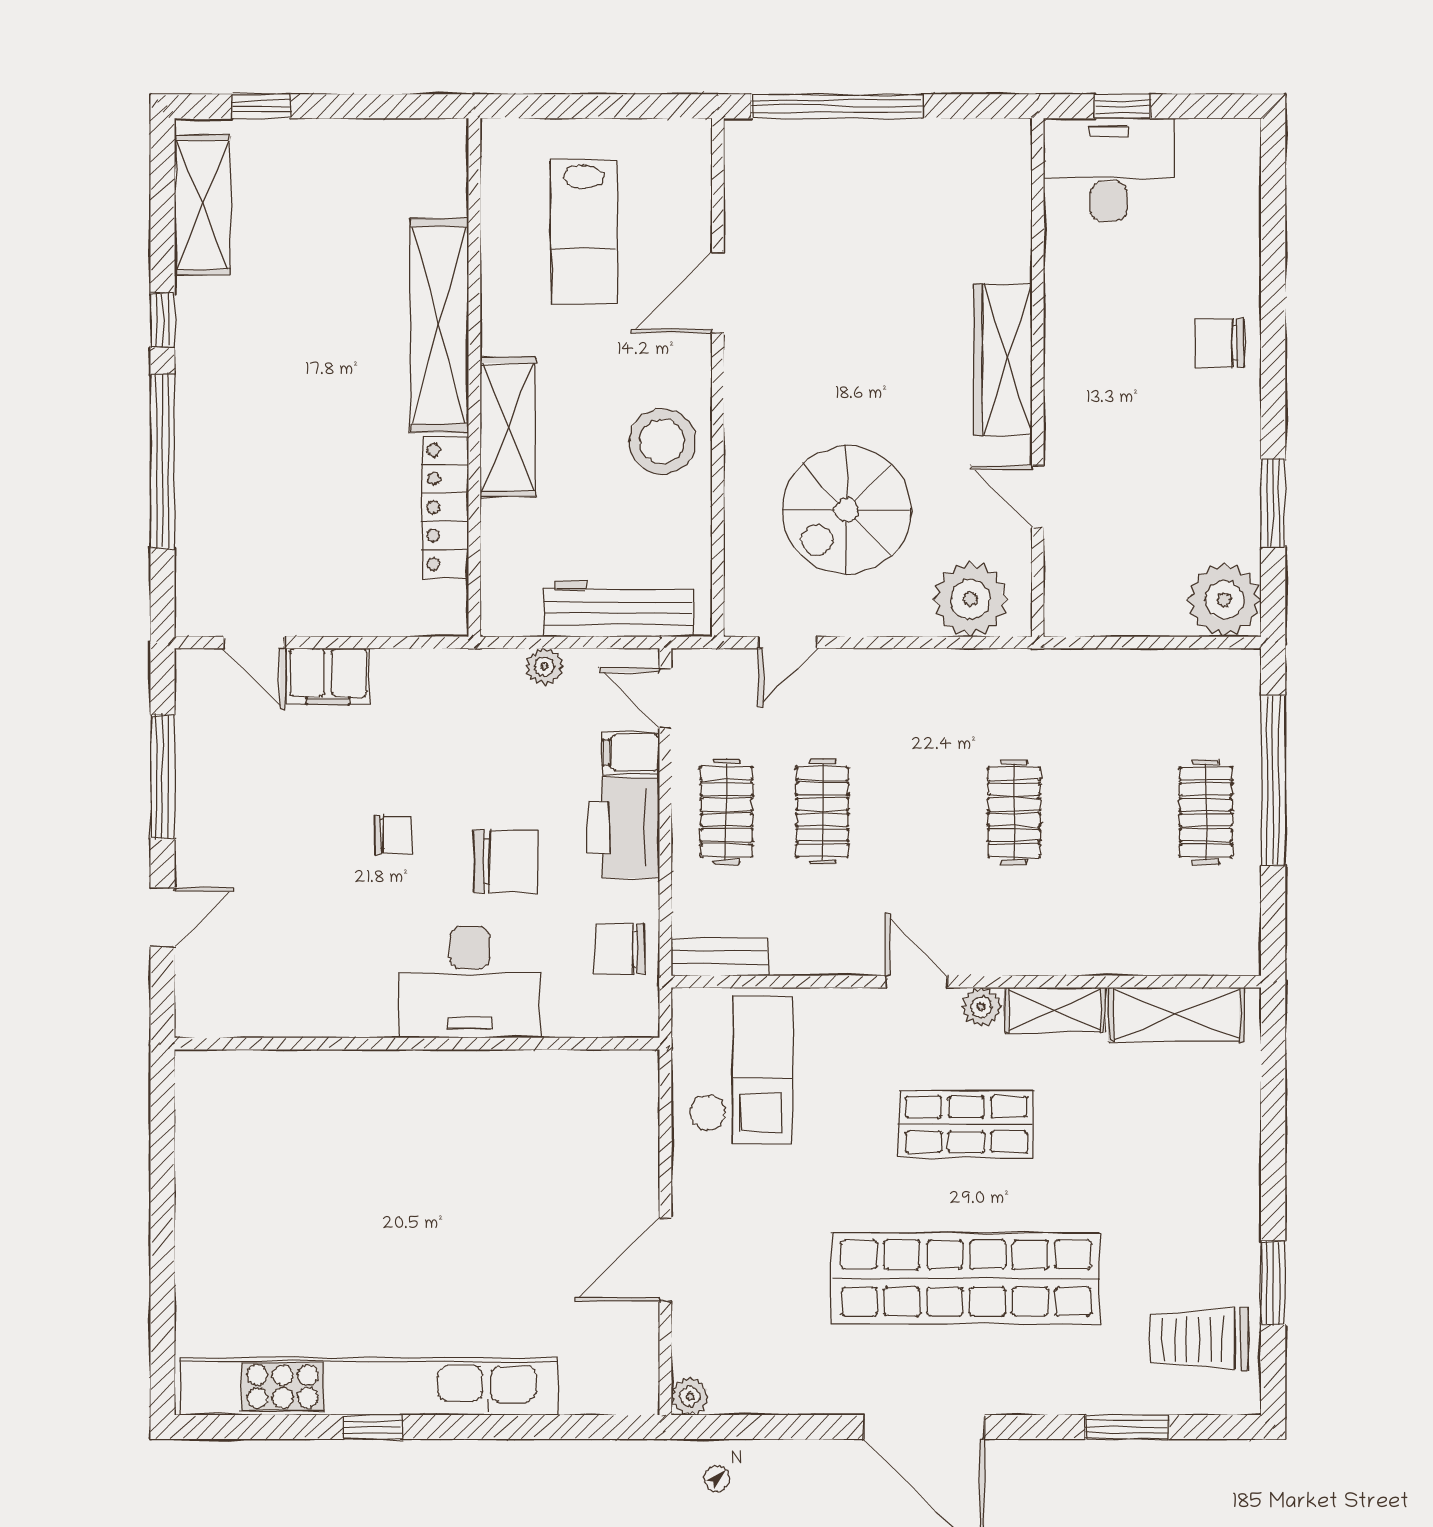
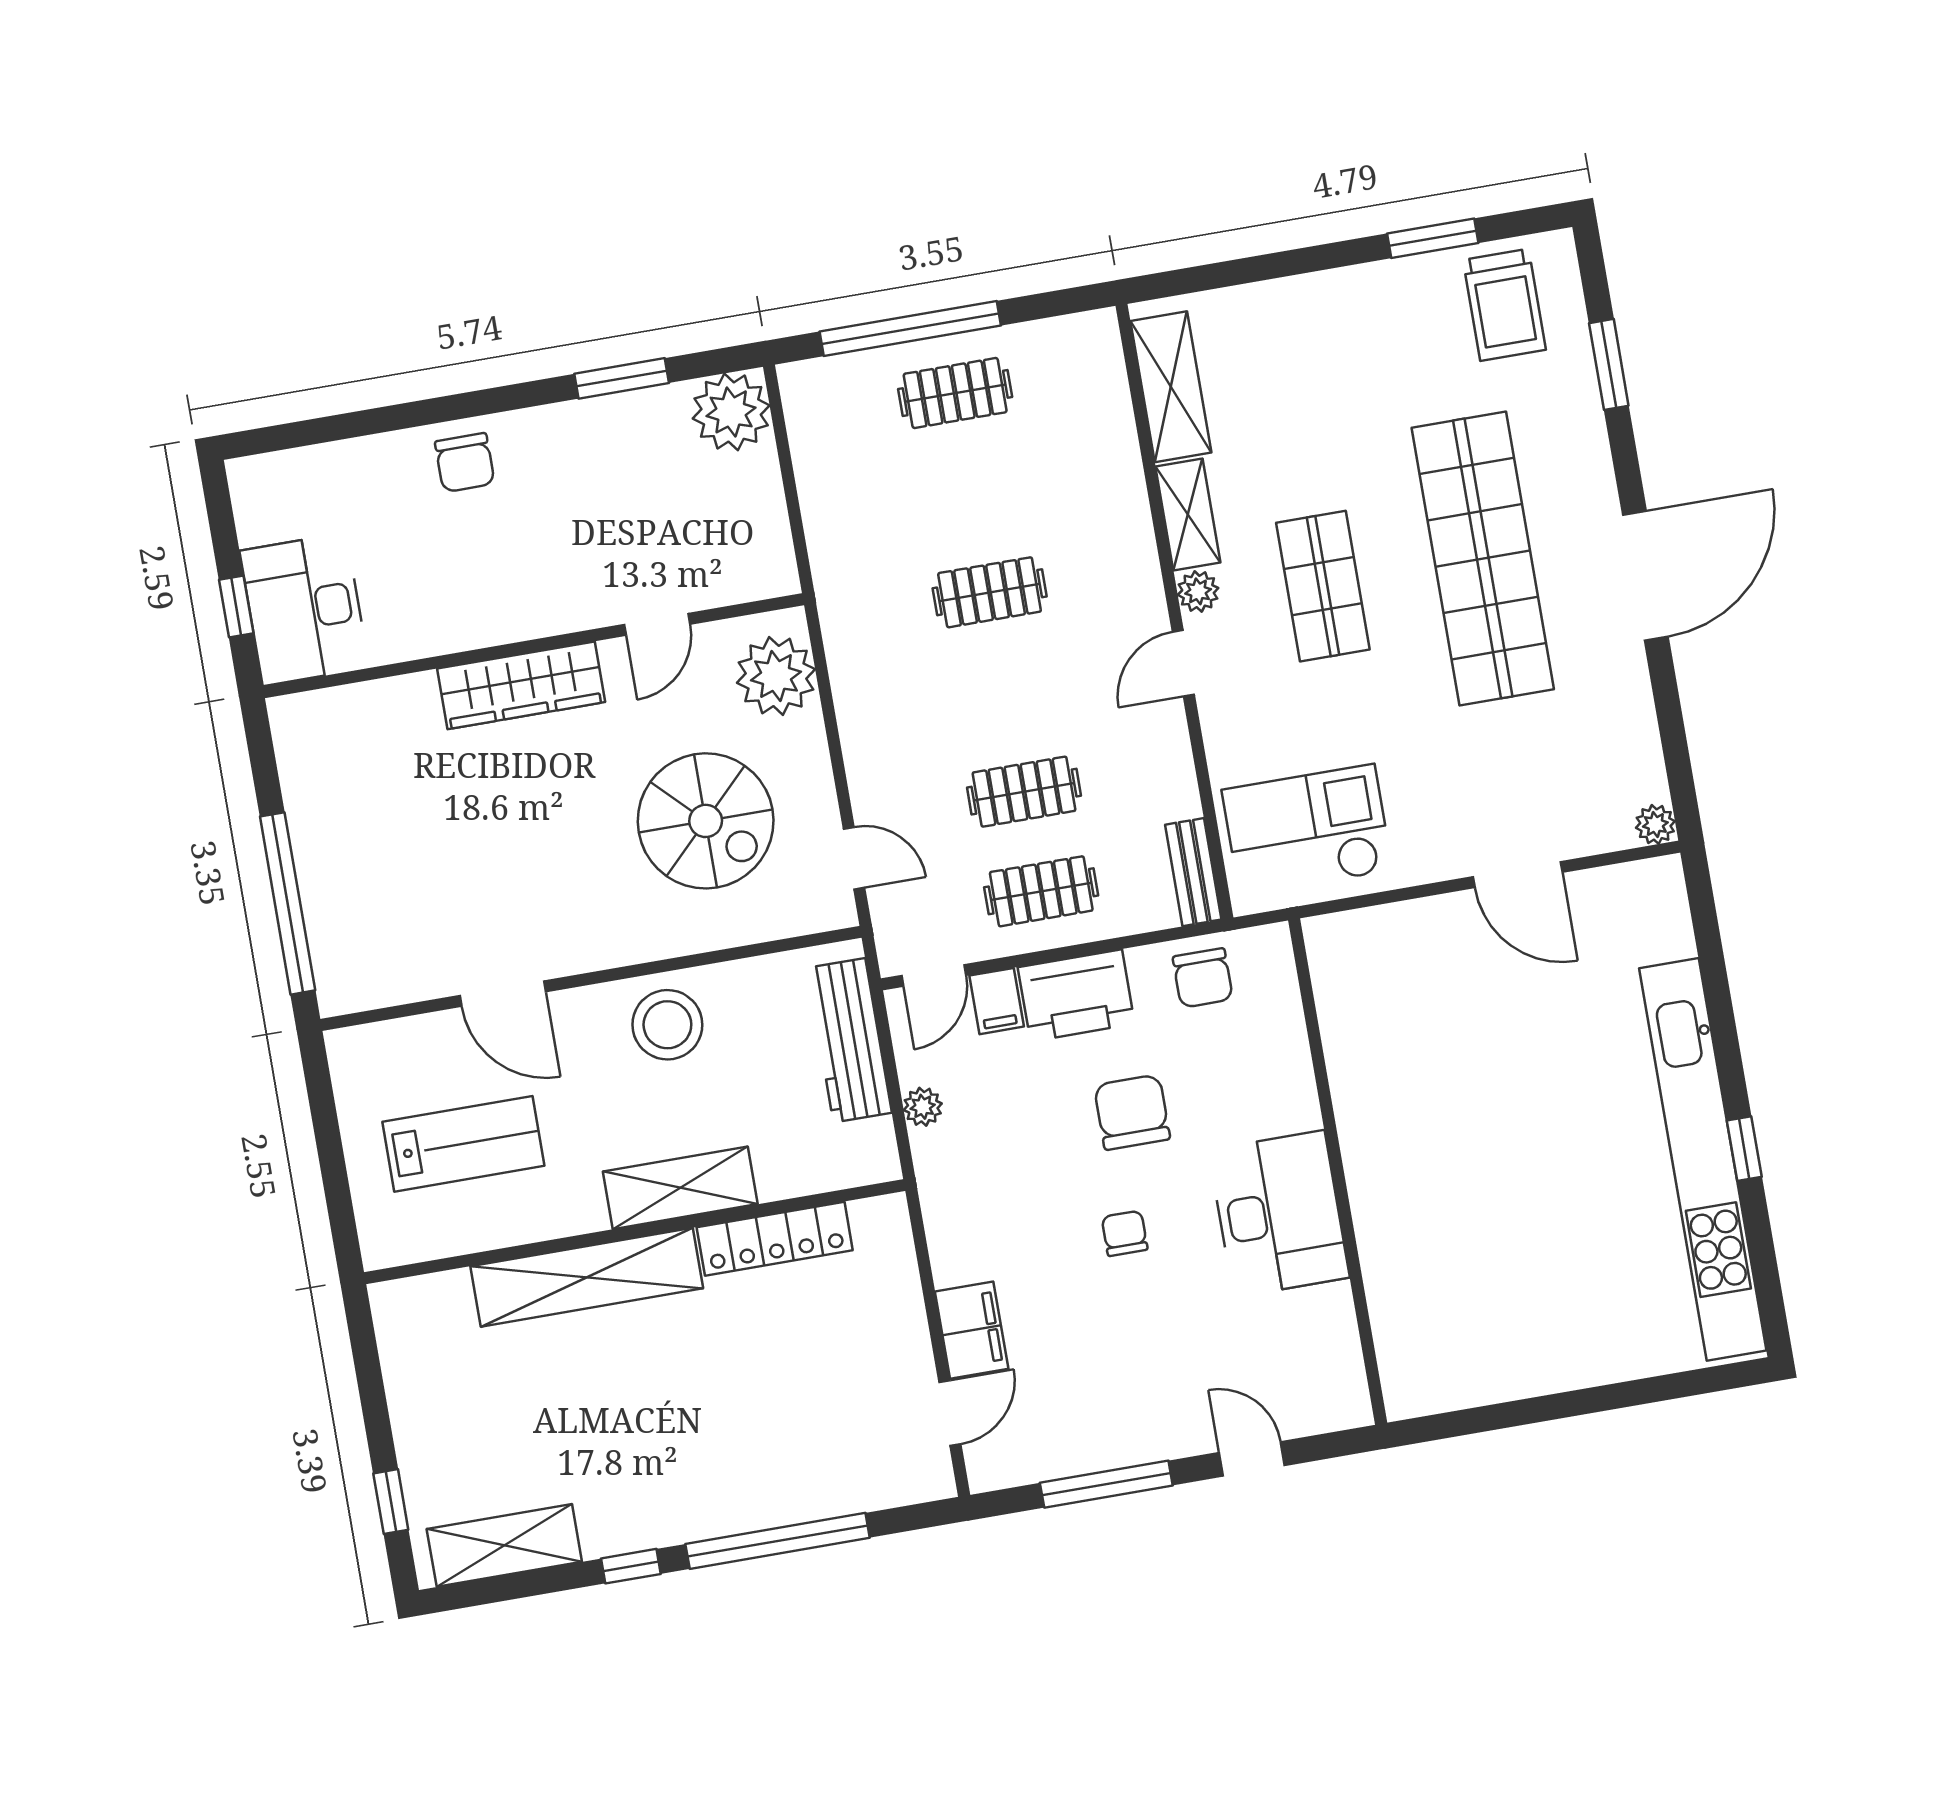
desk: (470, 982) -> (1279, 1214), moved

